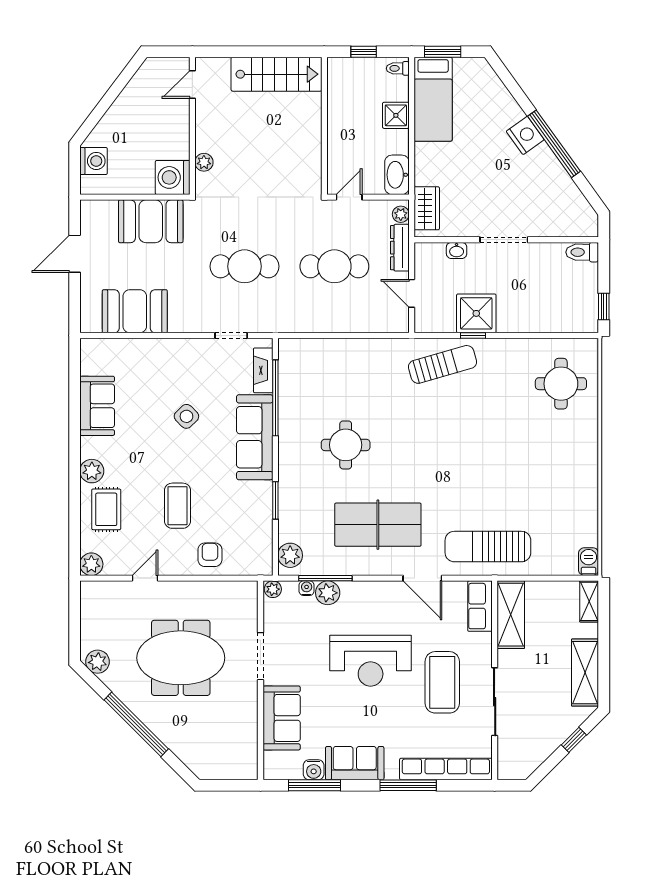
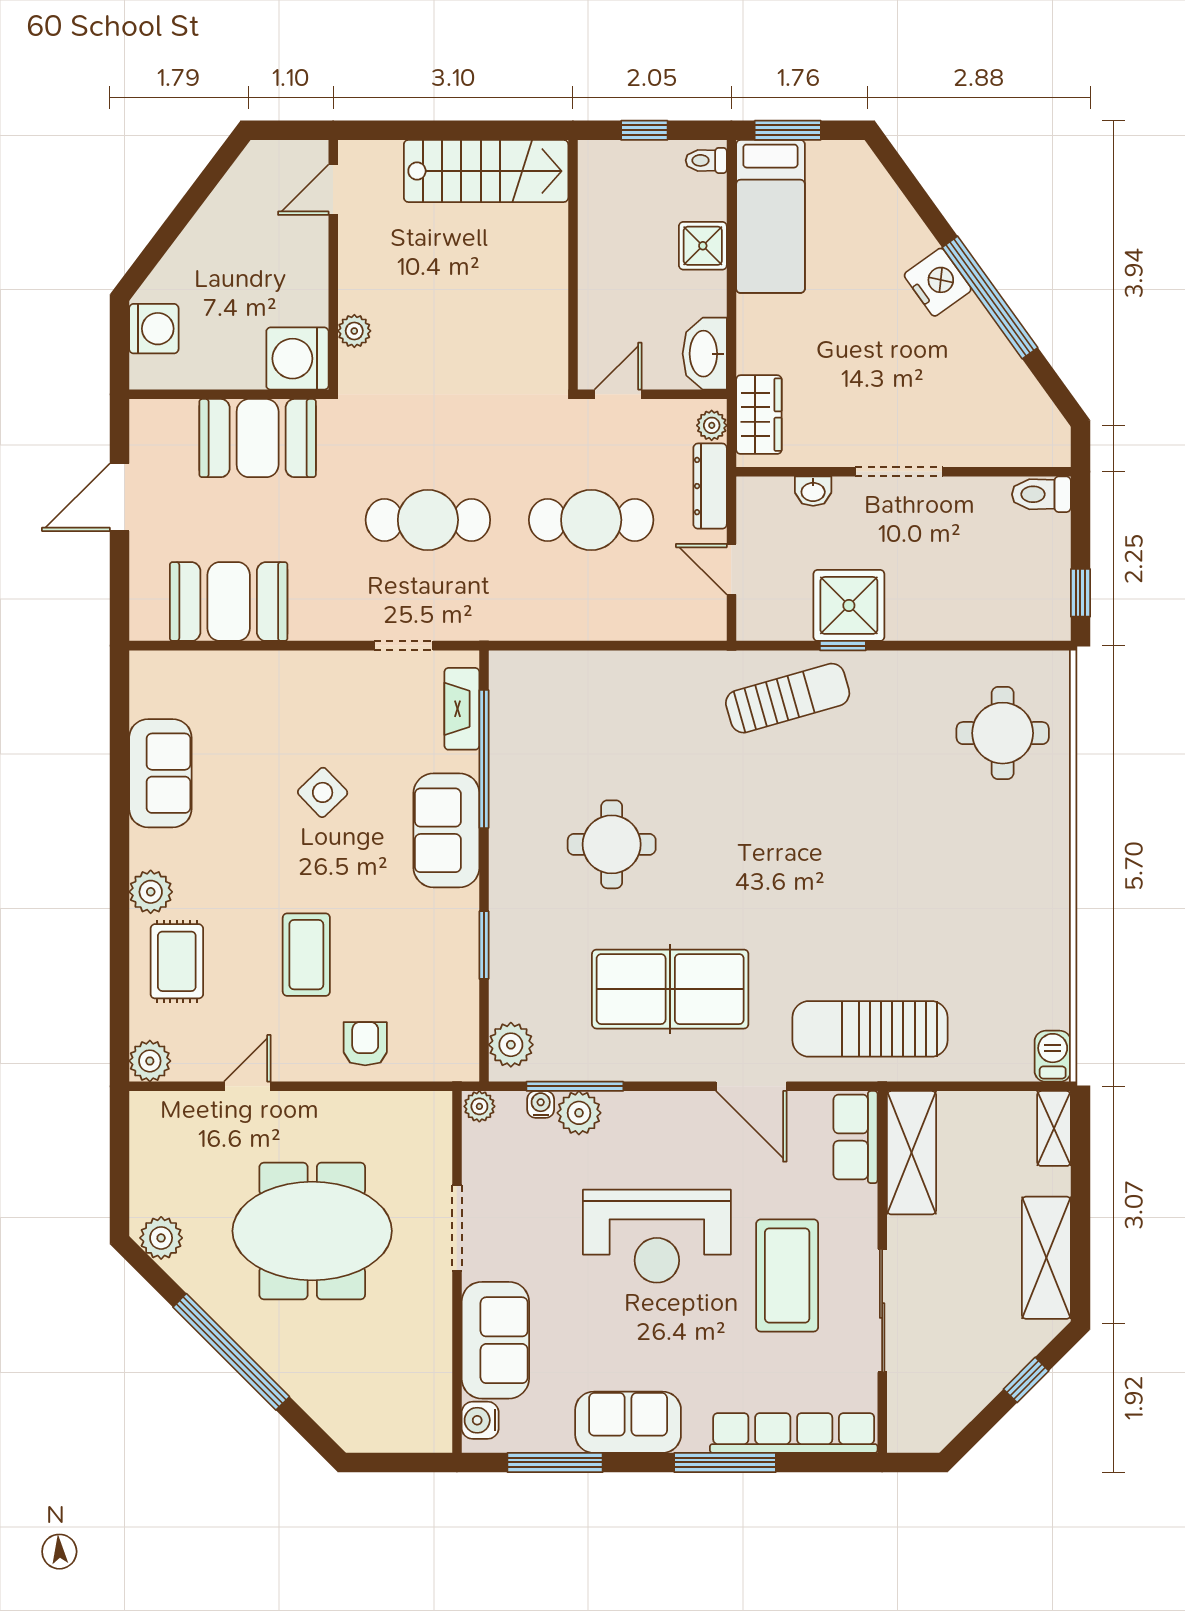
sofa: (255, 437) -> (446, 830), width x0.73
water cooler: (314, 770) -> (480, 1420), moved, turned 90

